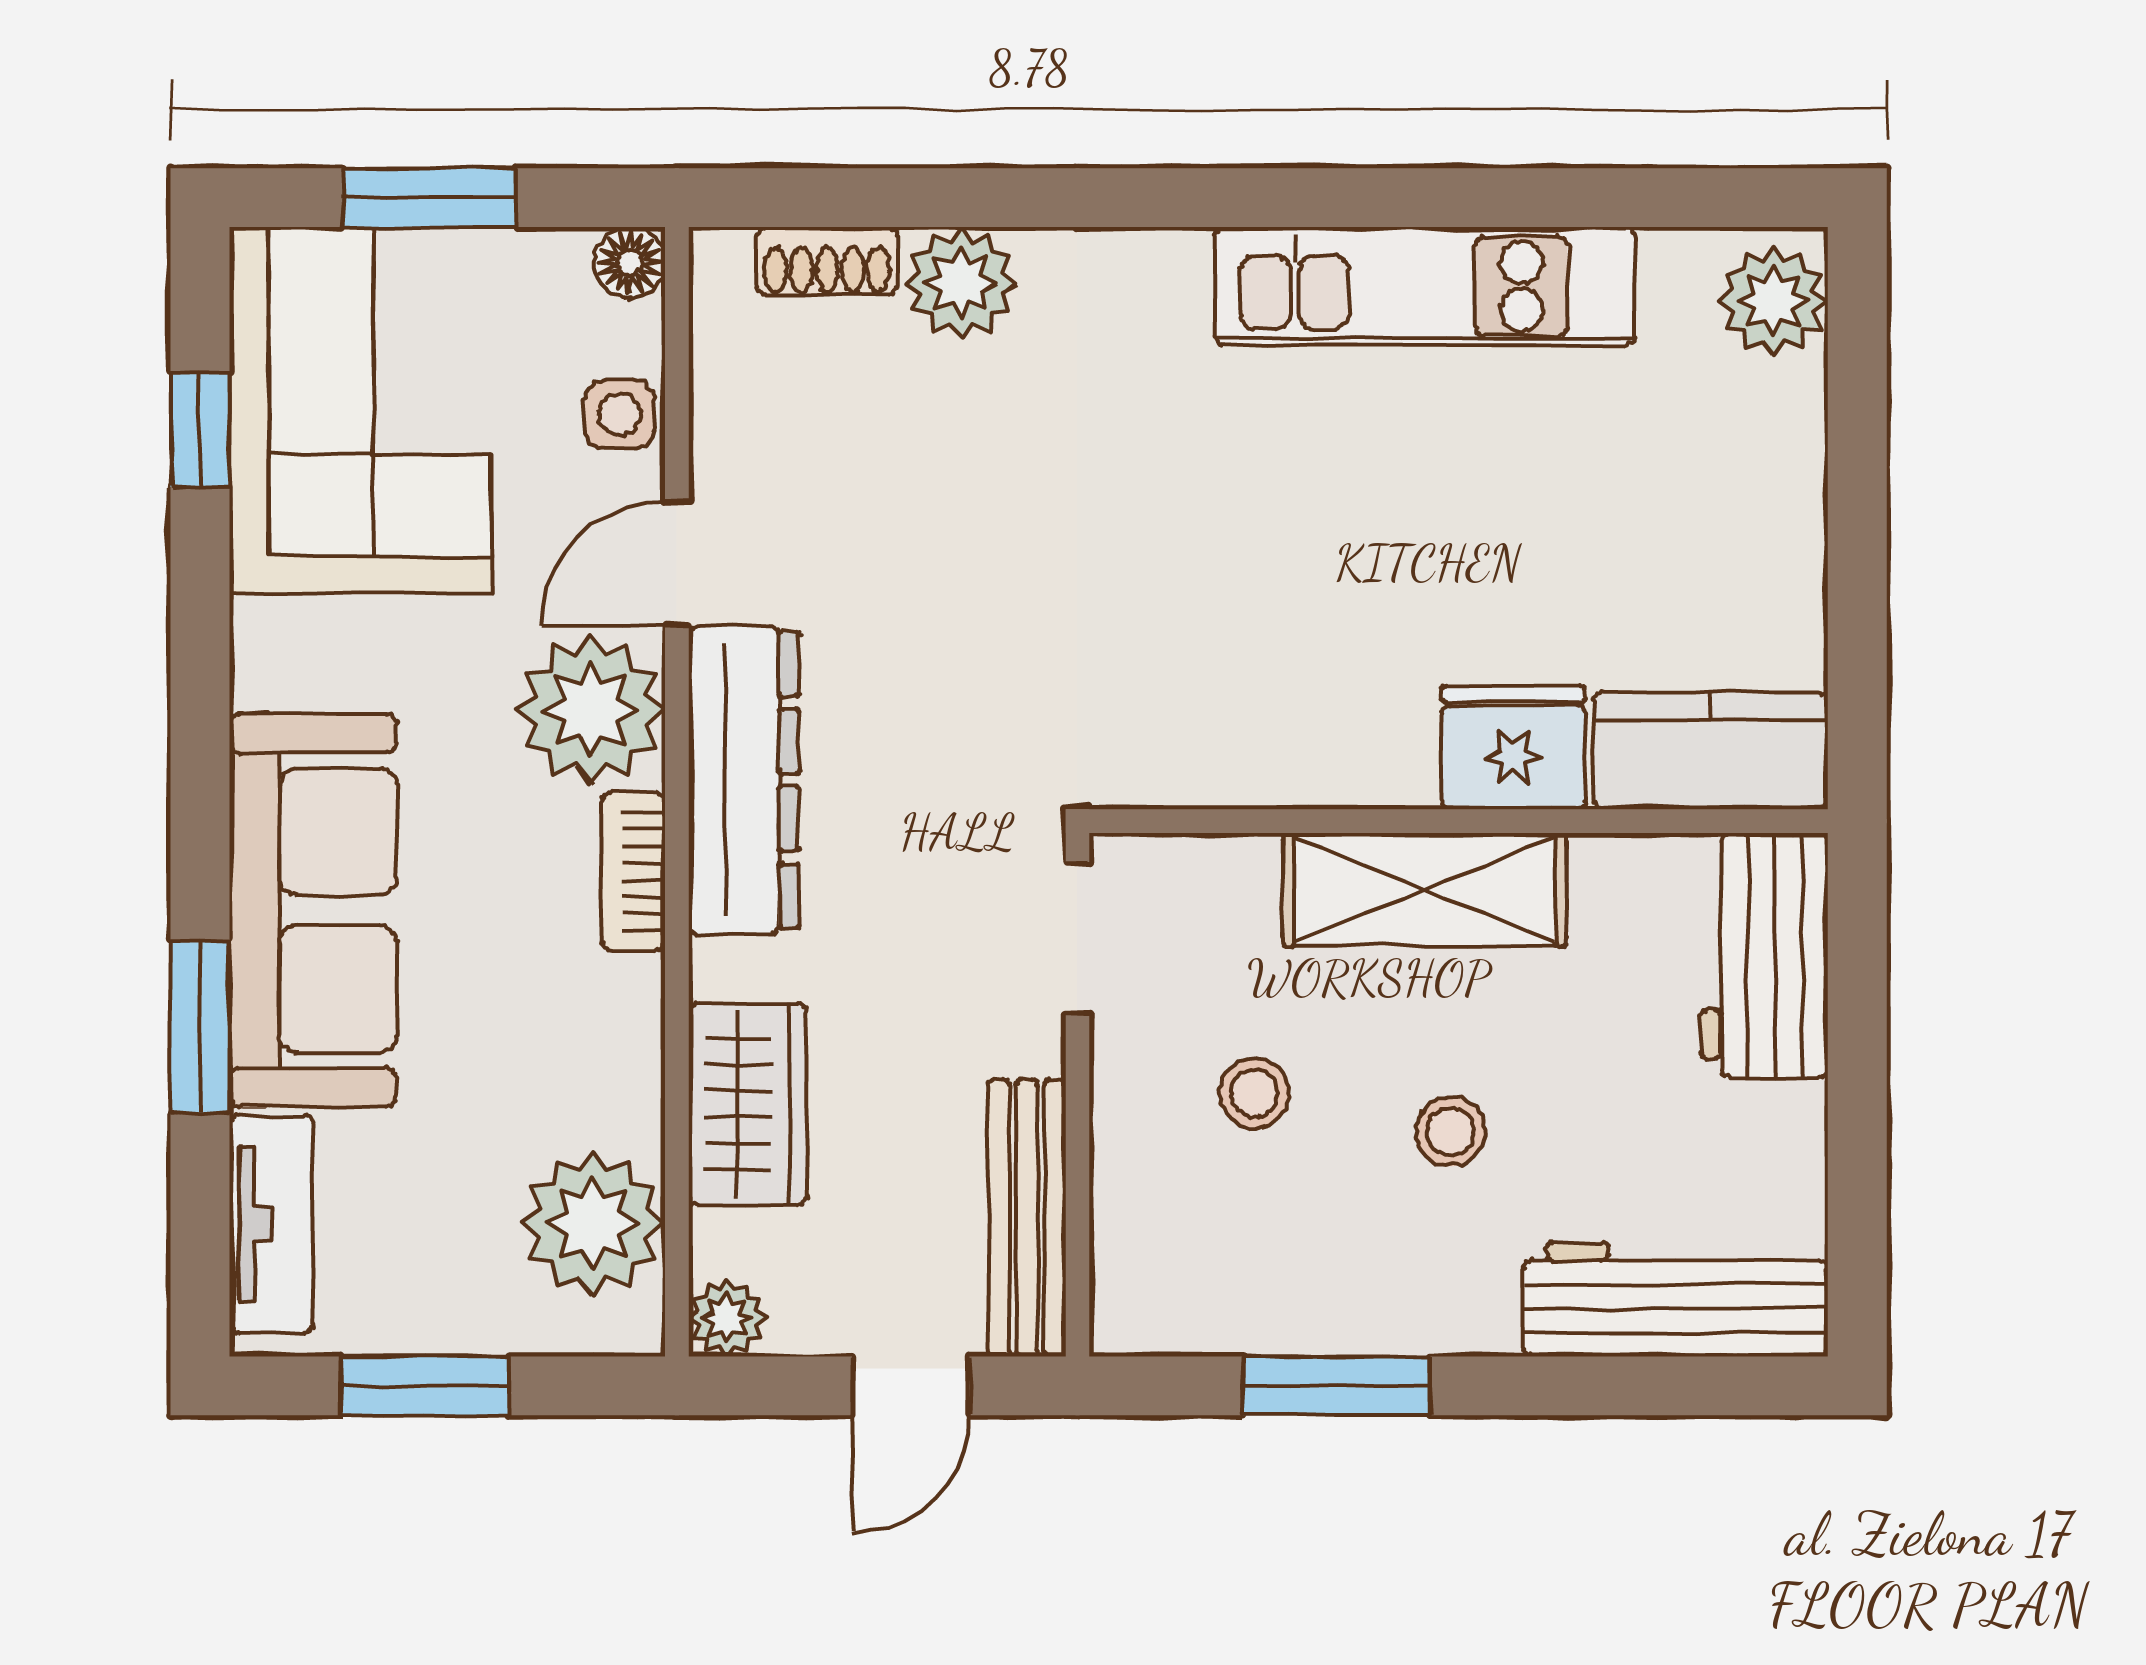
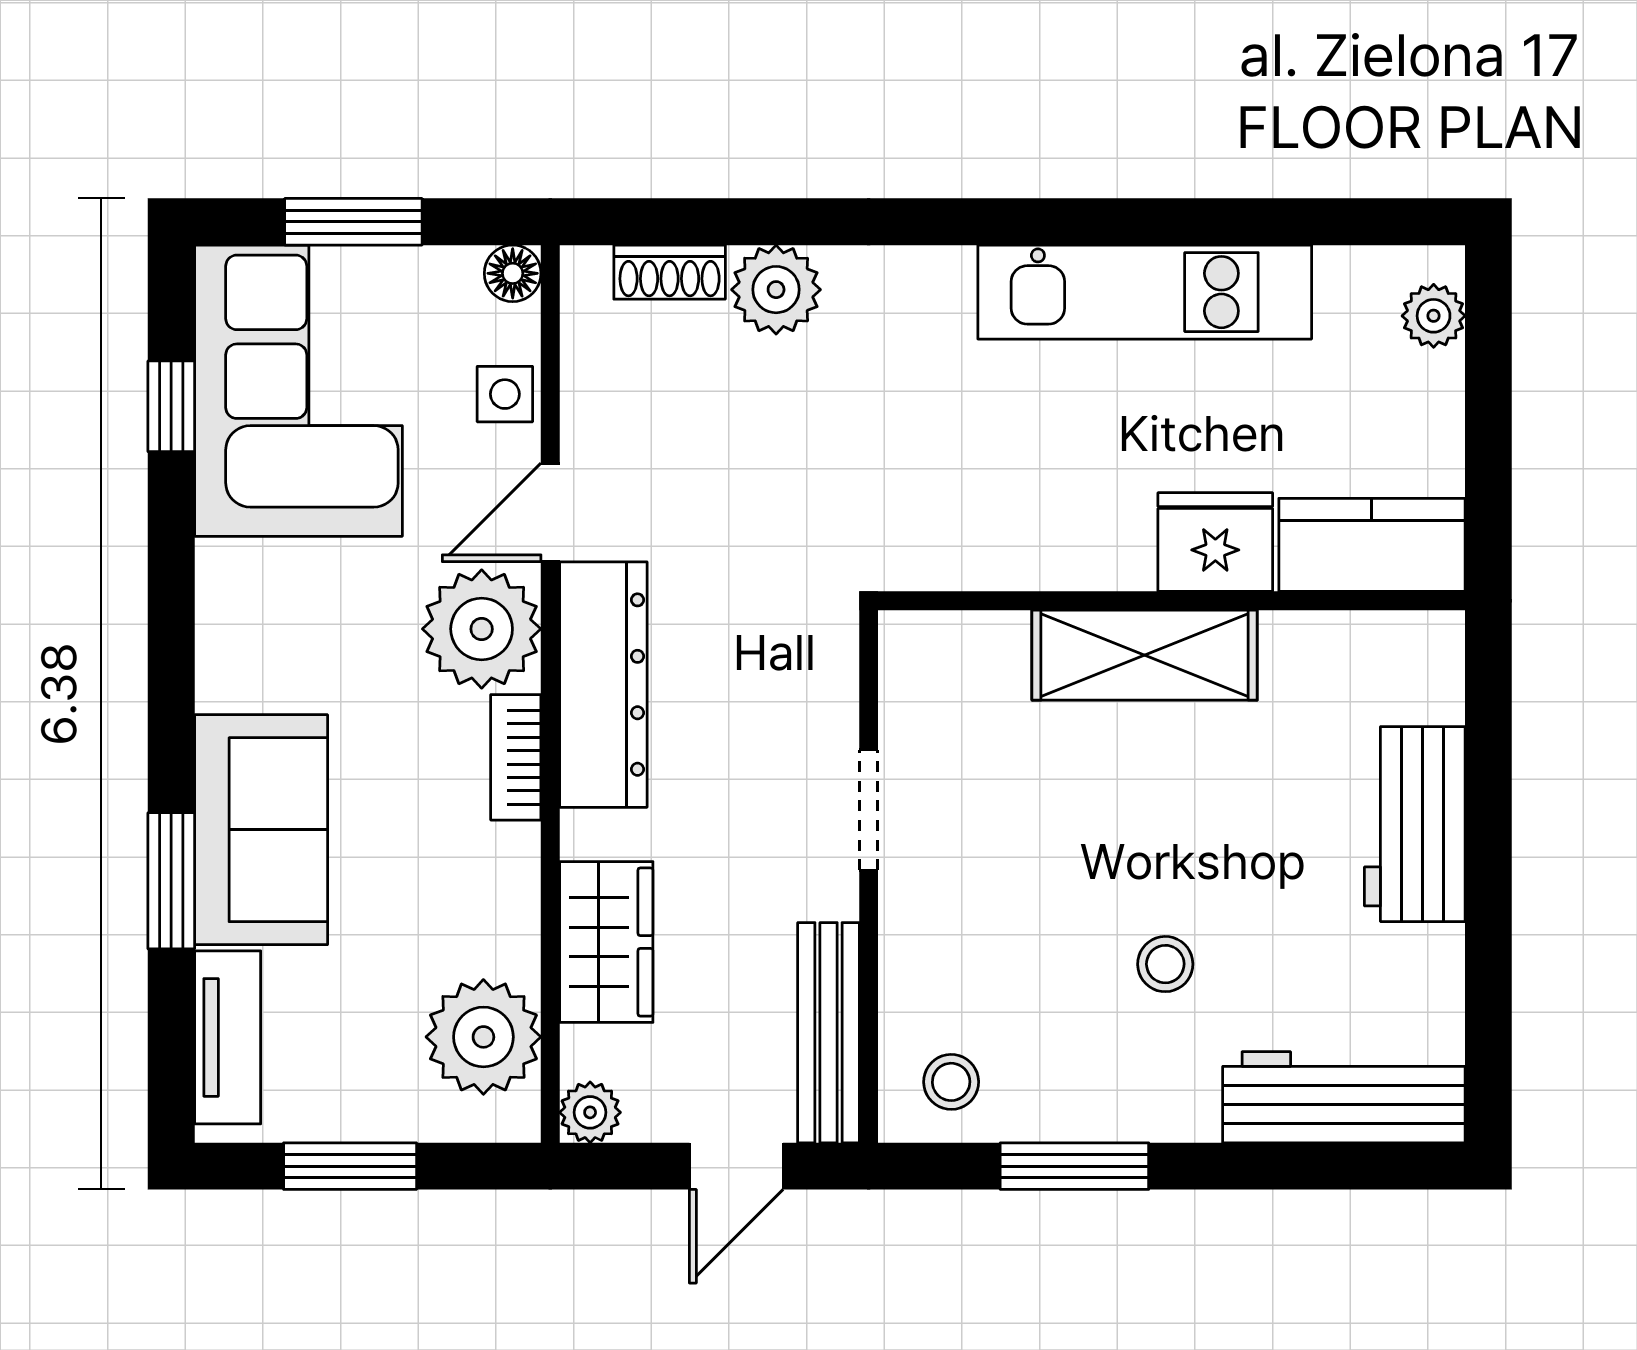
plant: (1773, 301) -> (1434, 316), width x0.73, depth x0.73
fridge: (1514, 747) -> (1215, 542), moved
kitchen counter: (1711, 751) -> (1372, 545), moved
wall: (1459, 821) -> (1172, 601), moved
shelving: (1425, 889) -> (1145, 655), moved
sofa: (313, 910) -> (261, 830), width x0.73
stool: (1254, 1093) -> (951, 1082), moved

